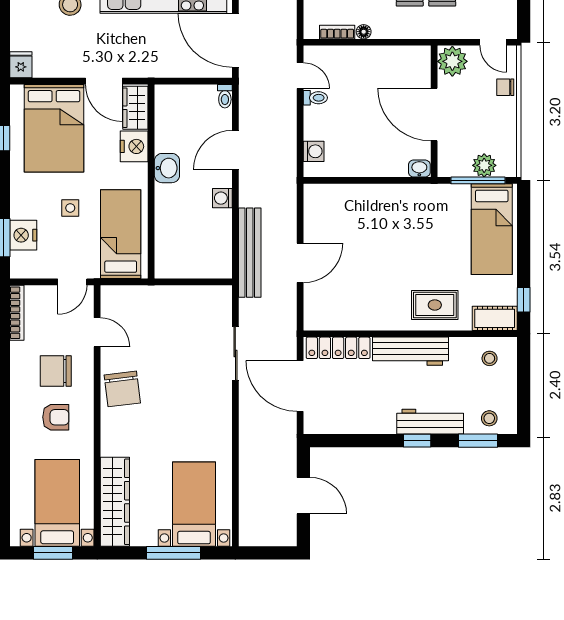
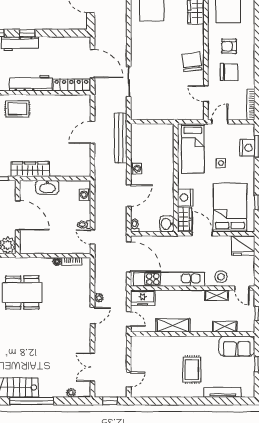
fridge: (21, 65) -> (243, 246), width x1.88, depth x1.34
washbasin: (167, 168) -> (167, 224), moved
washbasin: (419, 168) -> (47, 187), moved, width x1.91, depth x1.45
wardrobe: (412, 197) -> (30, 169), added

